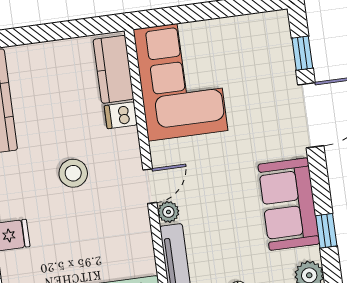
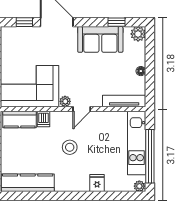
door: (150, 186) -> (82, 109), swing flipped
plant: (168, 212) -> (65, 101), moved

